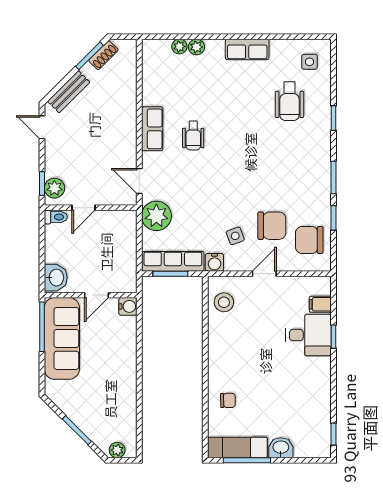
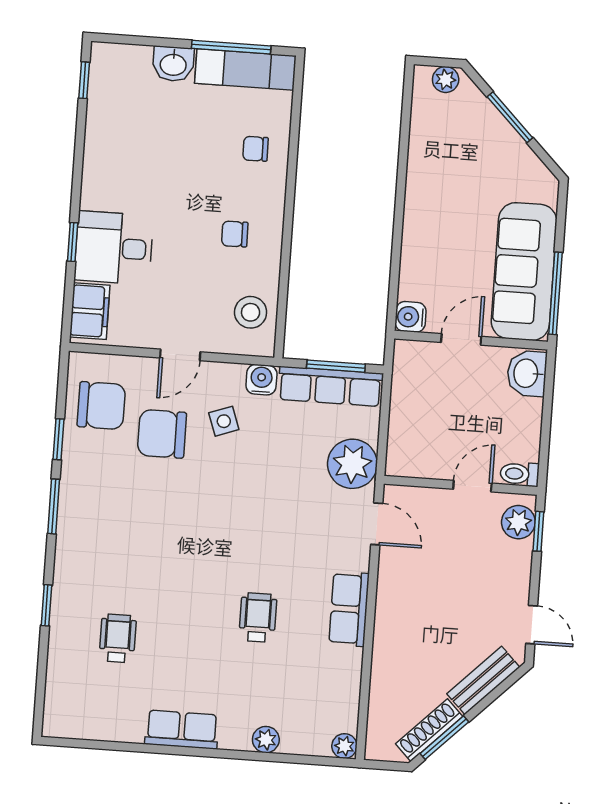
plant: (179, 46) -> (344, 746), moved
shoe rack: (103, 55) -> (429, 730), width x1.43
side table: (310, 62) -> (80, 702), removed
wheelchair: (289, 101) -> (118, 638), width x0.73, depth x0.73
wheelchair: (193, 136) -> (258, 618), moved
filing cabinet: (320, 304) -> (90, 311), width x2.00
chair: (237, 348) -> (235, 234), added

